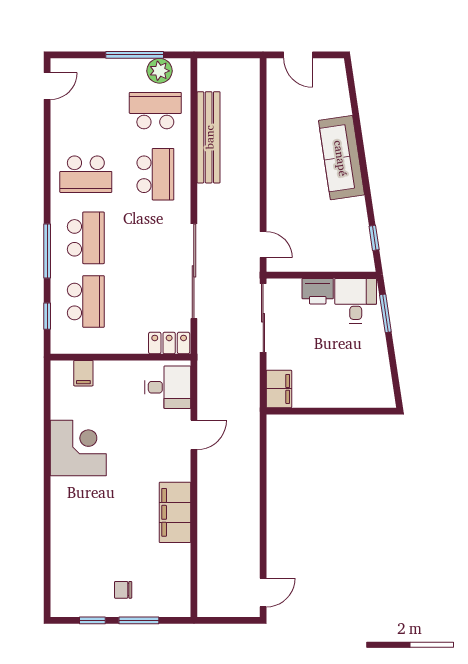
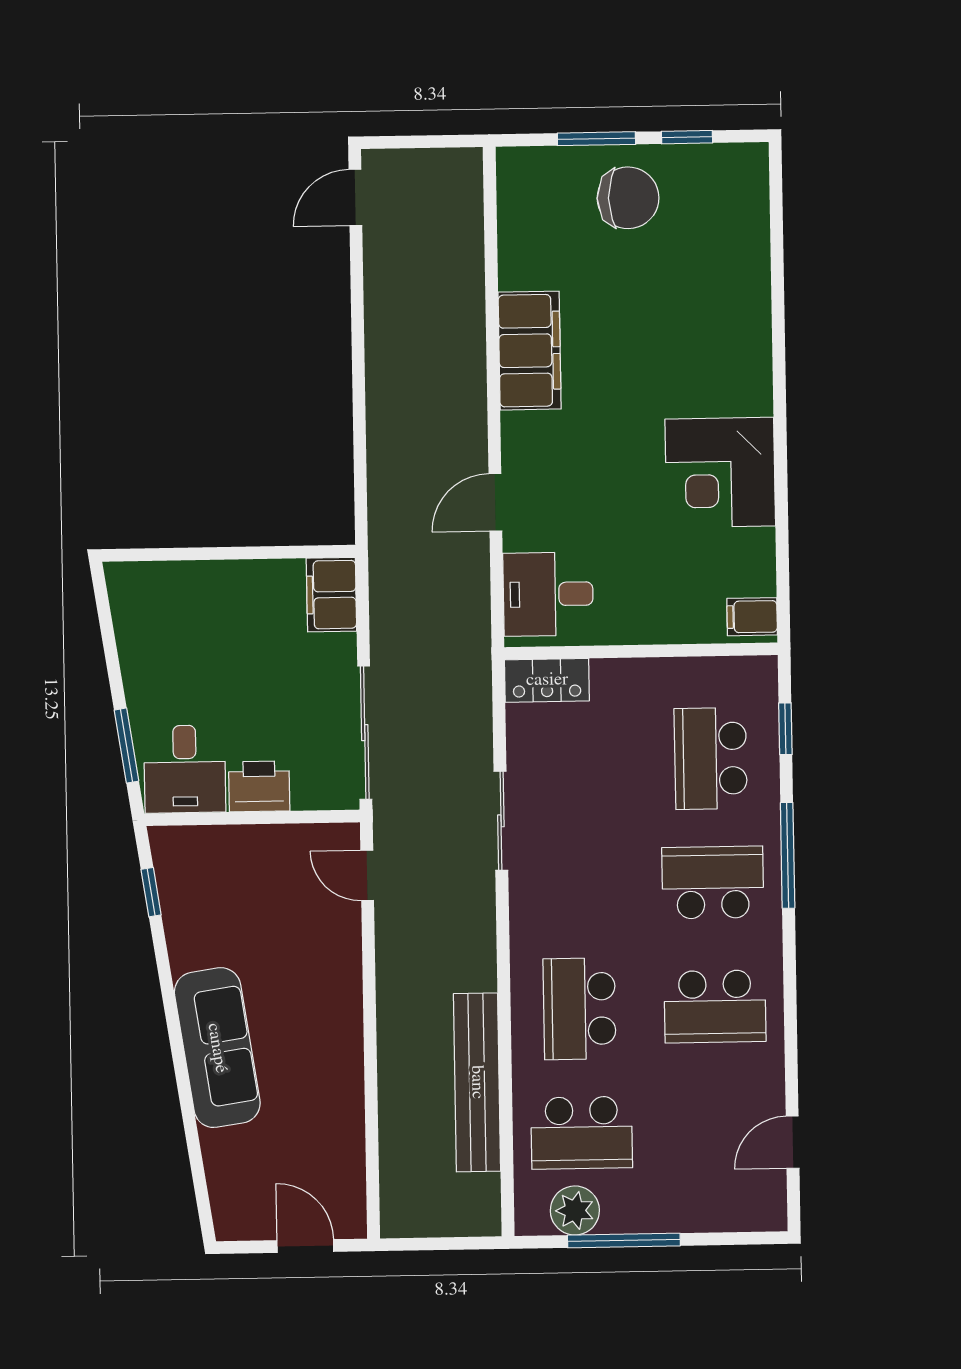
door: (47, 86) -> (793, 1142), moved
school desk: (86, 174) -> (715, 1006), turned 180
school desk: (86, 238) -> (713, 882), turned 90
sliding door: (194, 271) -> (501, 821), width x0.54
filing cabinet: (83, 373) -> (752, 617), moved, turned -90
chair: (123, 590) -> (628, 198), width x1.87, depth x1.87

